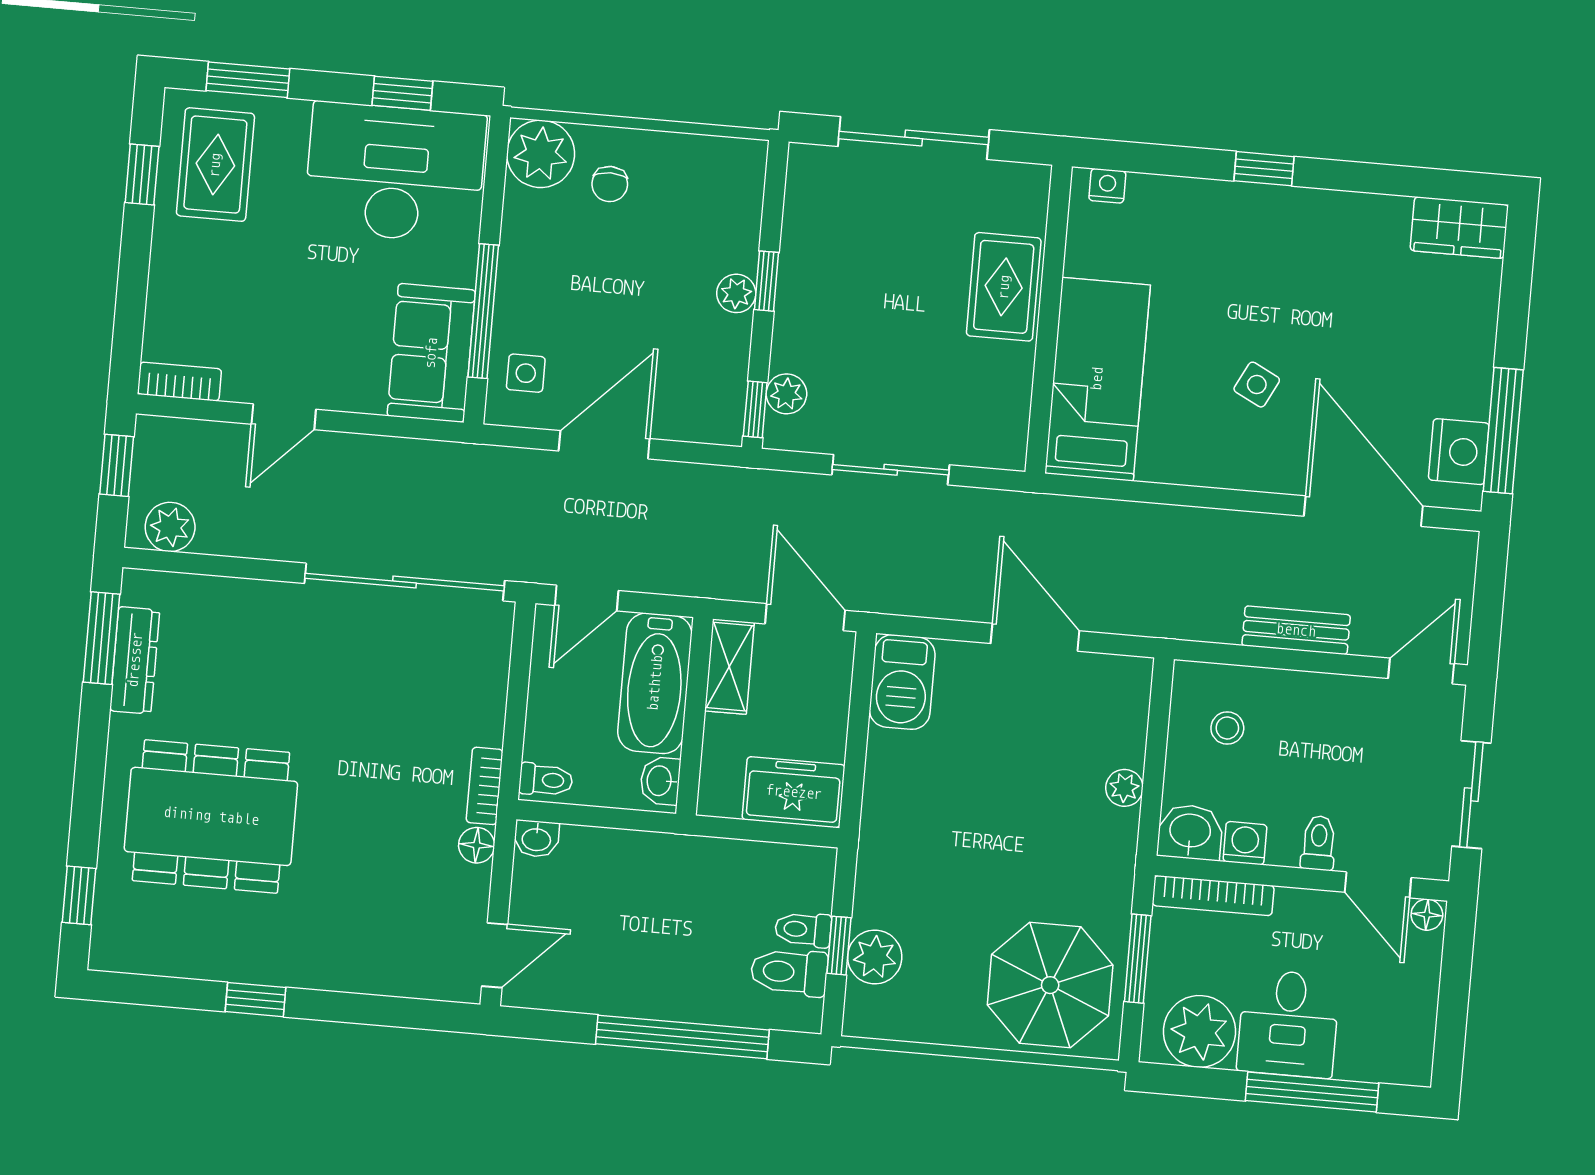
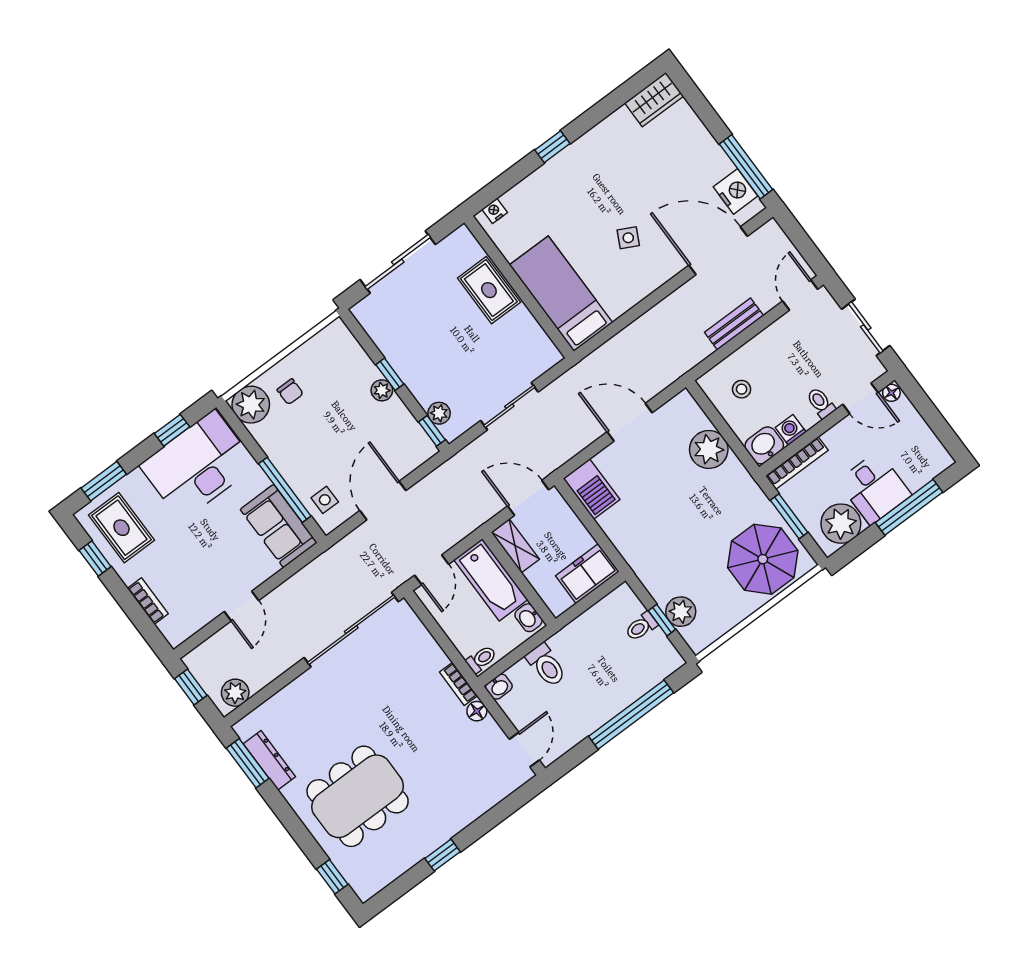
bookcase: (179, 381) -> (148, 601), moved, turned 90
plant: (1124, 788) -> (709, 449), width x1.88, depth x1.88
toilet: (789, 972) -> (546, 665), moved, turned -90

